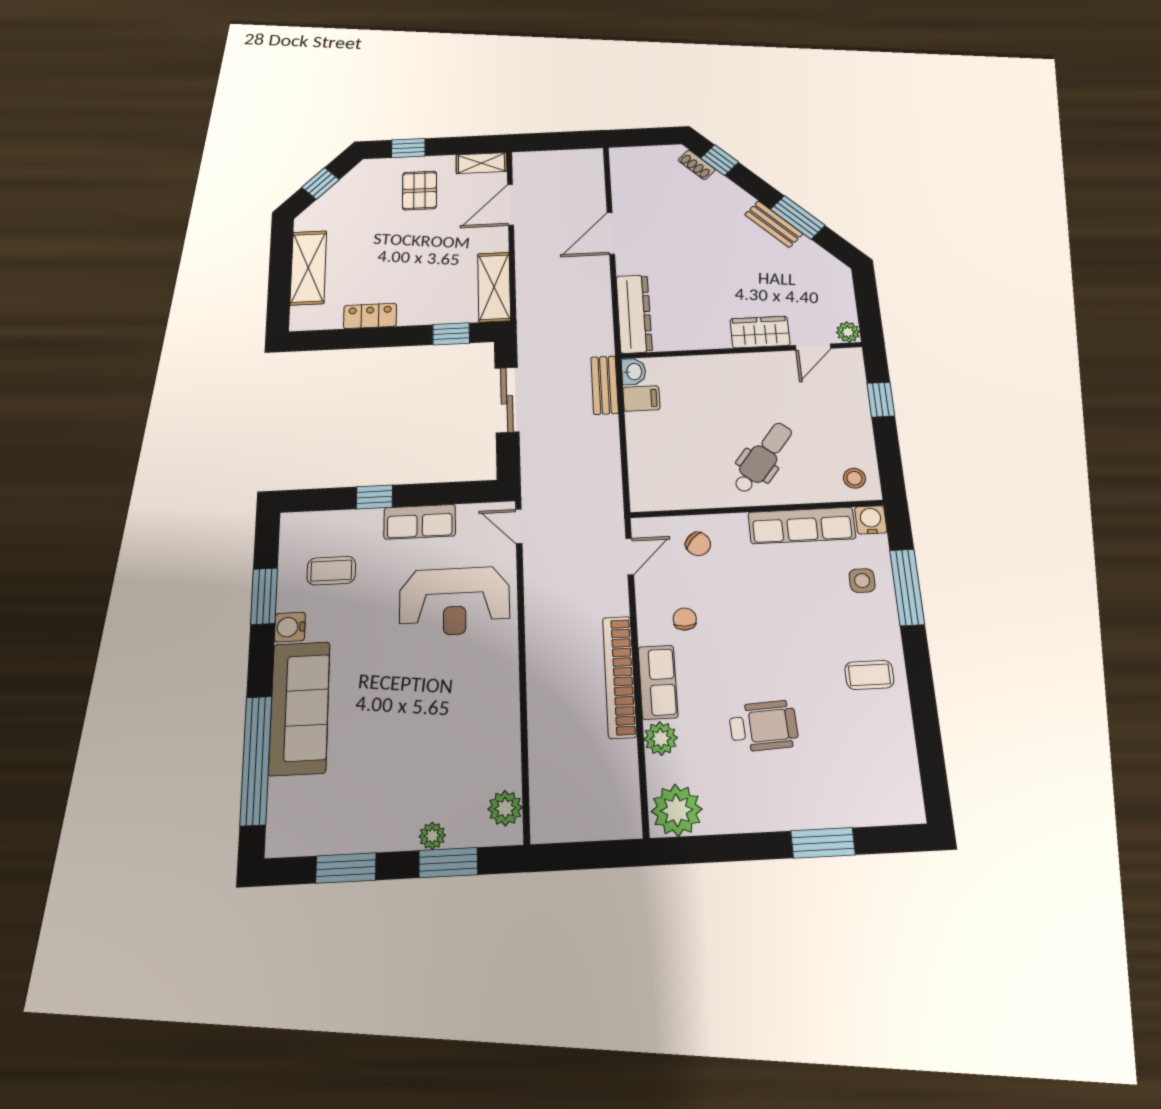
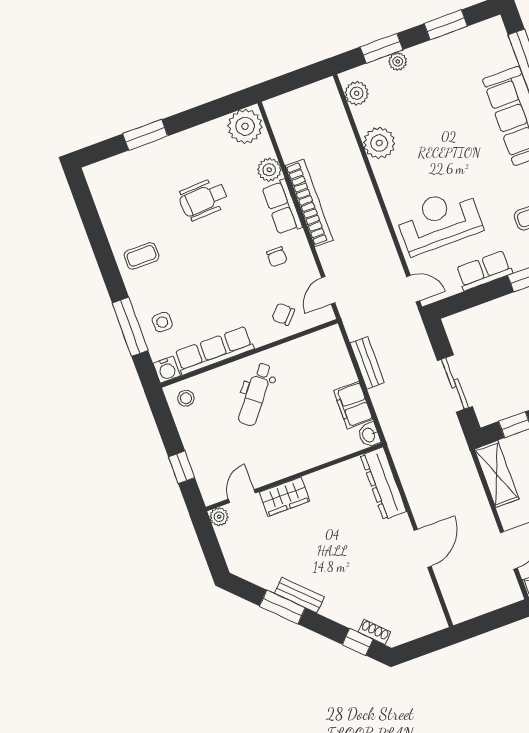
bench: (605, 385) -> (367, 363), moved
filing cabinet: (641, 399) -> (353, 405), width x2.00
plant: (498, 729) -> (379, 143), added

